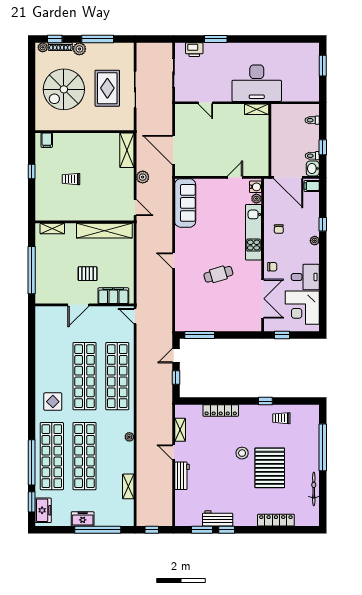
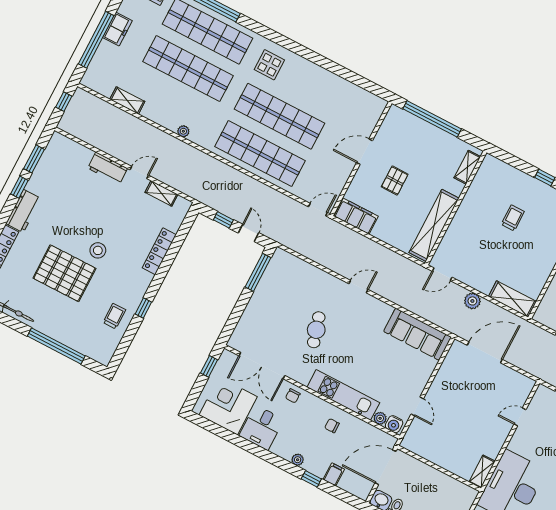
filing cabinet: (312, 186) -> (334, 474), moved
filing cabinet: (113, 296) -> (356, 216), moved, turned -90
door: (78, 305) -> (365, 152), hinge flipped
workbench: (218, 518) -> (23, 211), moved

